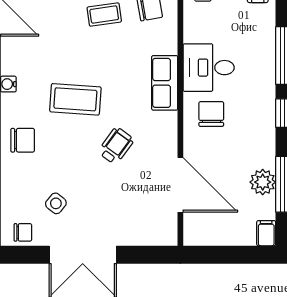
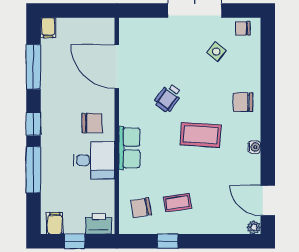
chair: (211, 114) -> (92, 123), turned -90
plant: (263, 182) -> (51, 69), removed

